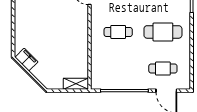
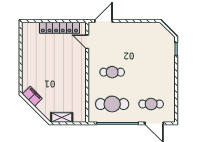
cafe table: (163, 32) -> (112, 104), moved
shelving: (76, 84) -> (62, 117), moved

